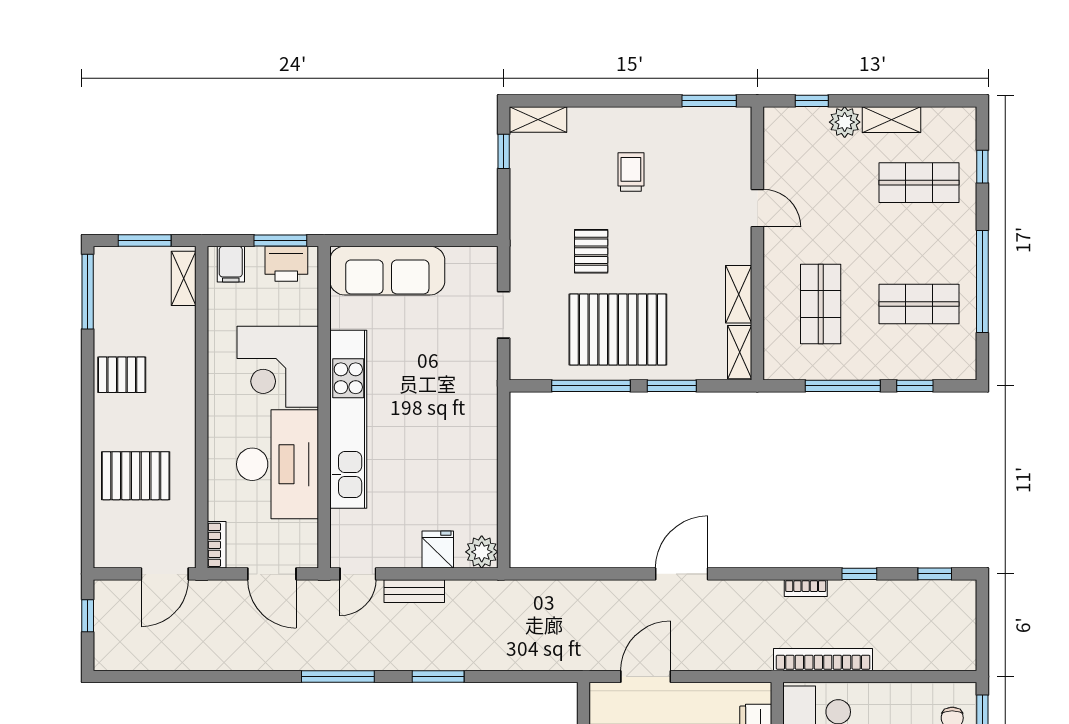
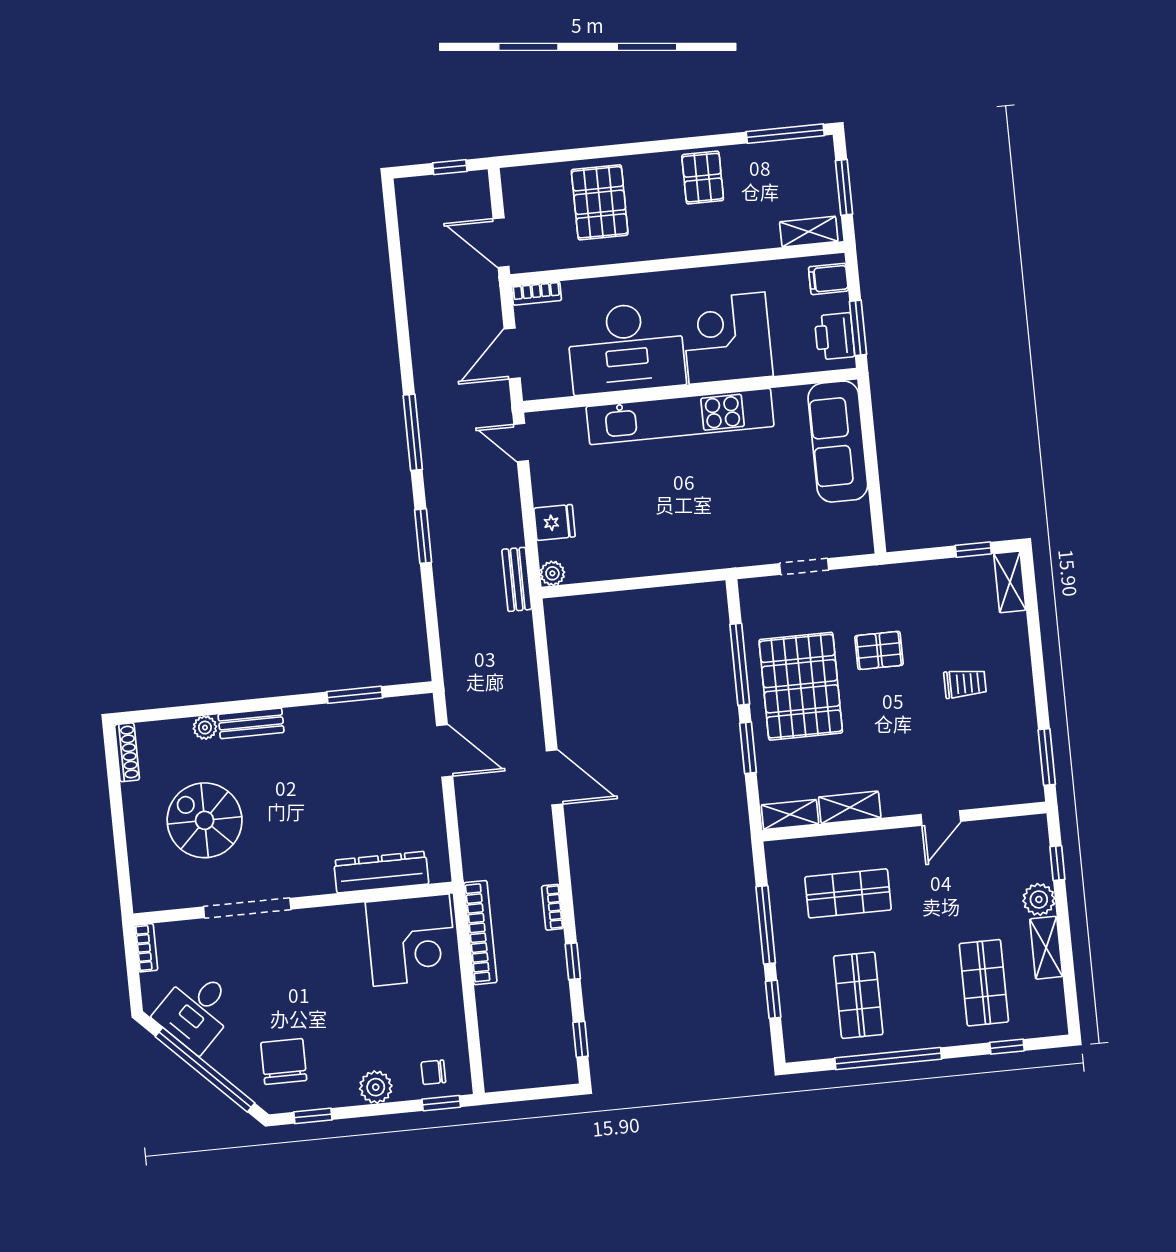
plant: (482, 552) -> (552, 573), width x0.73, depth x0.73
bench: (414, 591) -> (517, 579), moved

